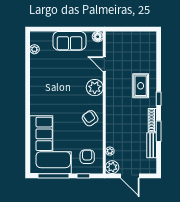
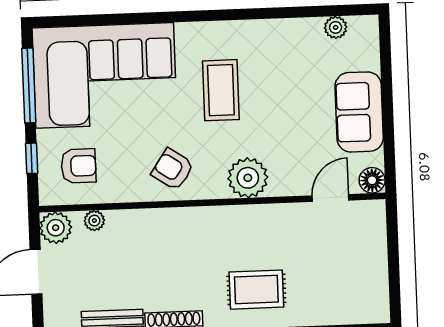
door: (104, 64) -> (331, 198), moved
coffee table: (58, 97) -> (221, 90), added
armchair: (90, 118) -> (173, 169), turned -111

